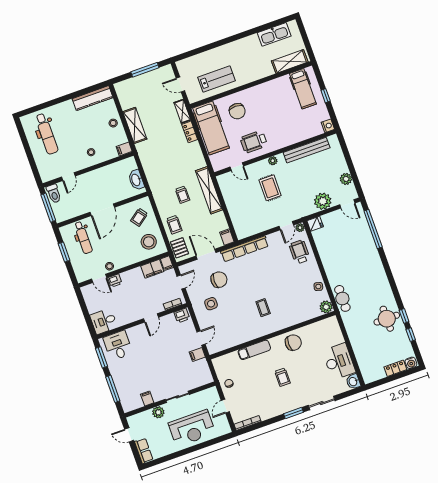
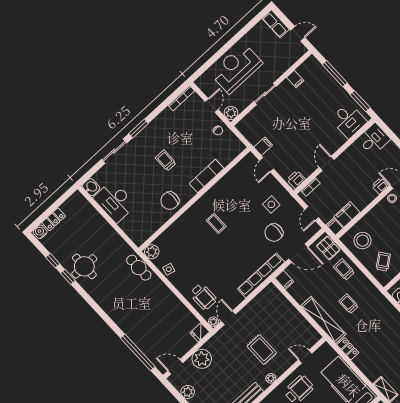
locker: (190, 132) -> (348, 349), moved
plant: (158, 412) -> (231, 113), moved

